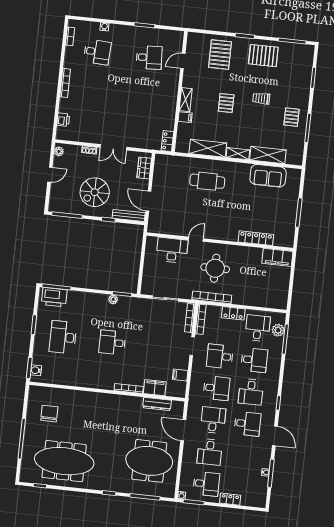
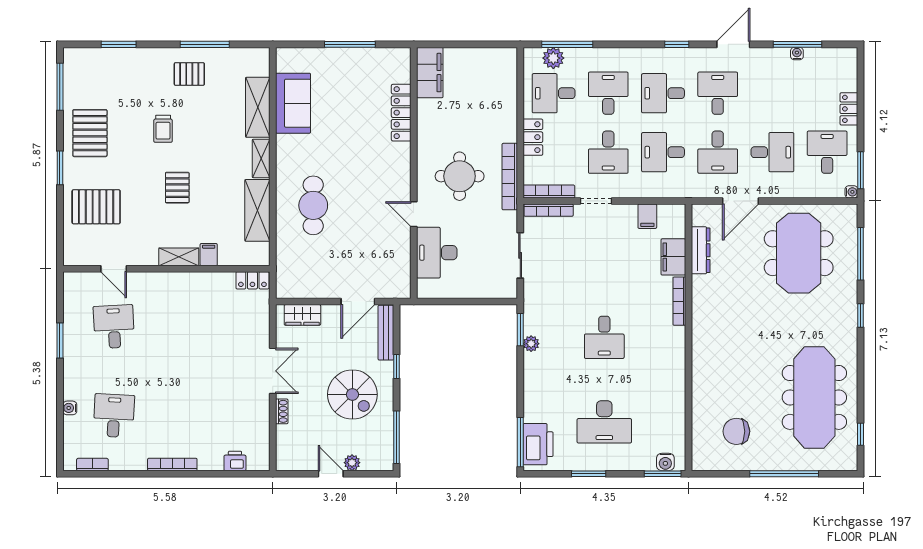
pallet: (226, 103) -> (177, 188), turned 90
plant: (59, 151) -> (352, 463), moved
desk: (216, 388) -> (663, 152), turned -90
desk: (251, 392) -> (663, 93), turned 180
desk: (213, 420) -> (718, 152), turned -90

